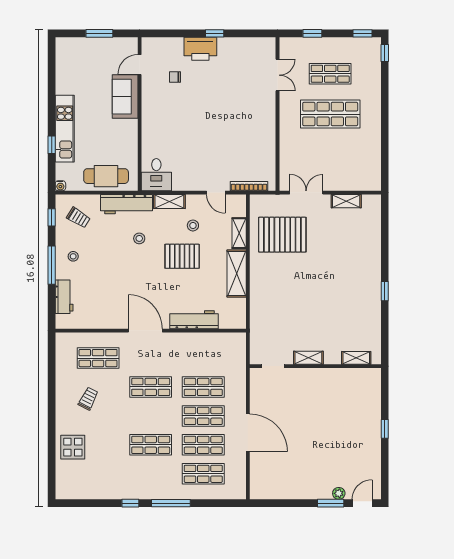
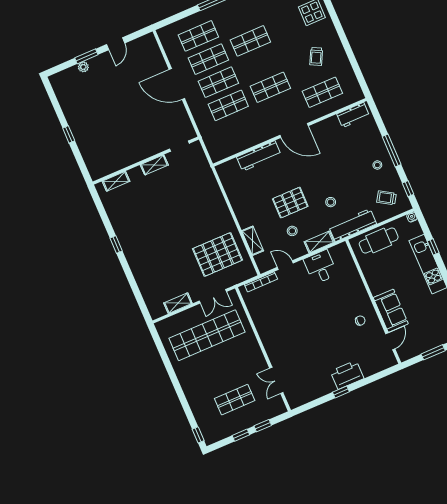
window: (362, 33) -> (241, 435), moved
chair: (175, 77) -> (360, 321), moved
shop shelf: (330, 114) -> (207, 335), moved, width x1.40
desk: (156, 175) -> (320, 267), moved
shelving: (237, 274) -> (241, 208), removed
workbench: (64, 297) -> (353, 115), moved, turned -90
door: (362, 503) -> (116, 44), moved

